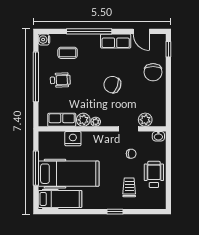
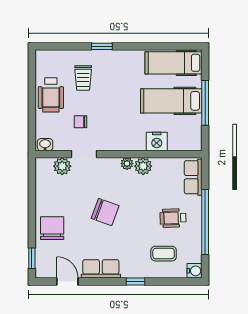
window: (89, 31) -> (135, 281), width x0.32
row of seats: (62, 120) -> (193, 177), moved, turned 90
hospital bed: (69, 174) -> (171, 101), width x0.73, depth x0.78

